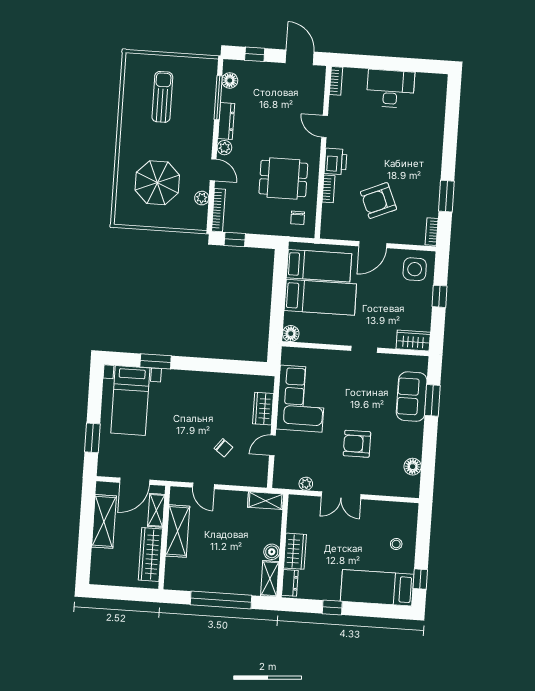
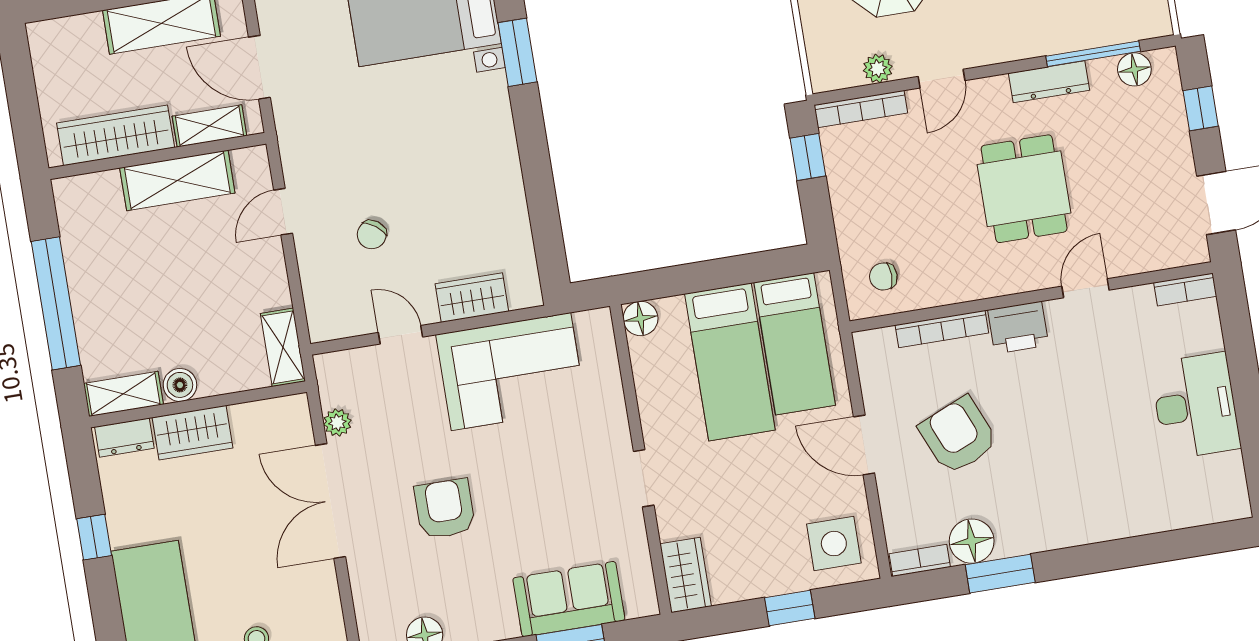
plant: (224, 148) -> (993, 91), removed
dining table: (283, 179) -> (1024, 189), moved
bookcase: (328, 189) -> (942, 329), width x1.56
floor lamp: (428, 206) -> (972, 541), added
double door: (341, 495) -> (330, 501), width x1.37

